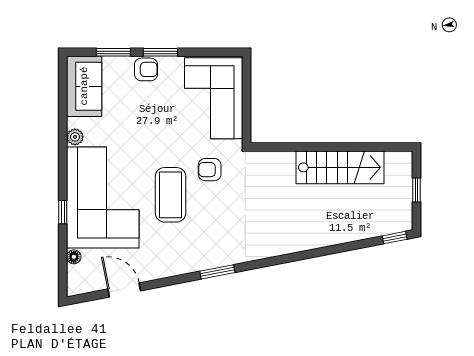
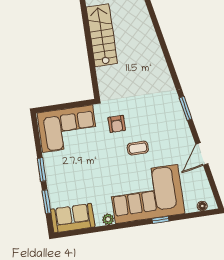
armchair: (146, 69) -> (55, 178), removed
coffee table: (171, 195) -> (138, 148), width x0.54, depth x0.58
floor lamp: (74, 257) -> (202, 206), moved
door: (124, 290) -> (202, 154), moved

